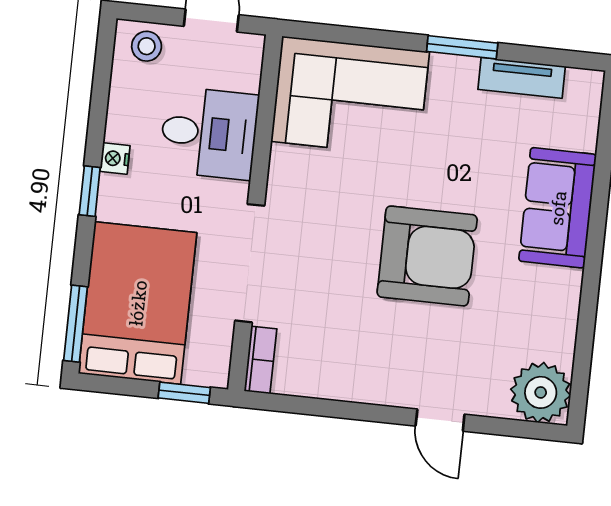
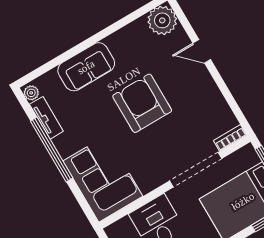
window: (462, 47) -> (52, 150), width x2.11
plant: (582, 84) -> (31, 93), added
door: (440, 420) -> (202, 51), swing flipped

